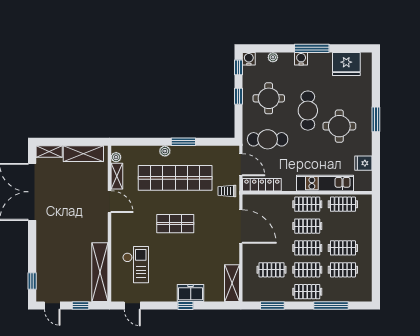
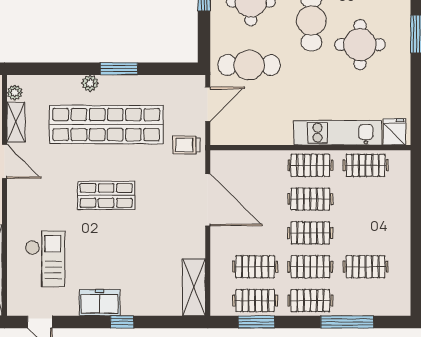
fridge: (363, 163) -> (394, 132), moved, turned 90
door: (241, 165) -> (208, 104), hinge flipped
locker: (262, 185) -> (240, 135), removed
clothes rail: (343, 248) -> (255, 301), moved
freezer: (191, 293) -> (100, 303), moved

